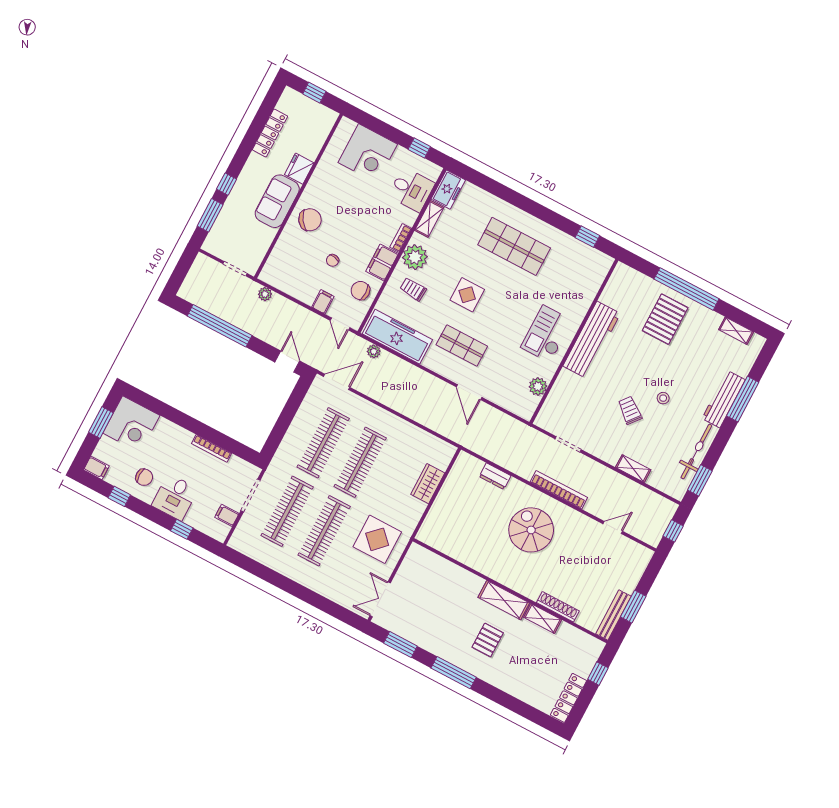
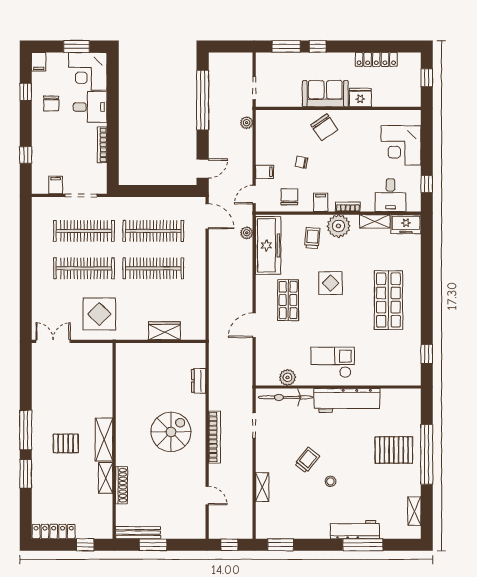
filing cabinet: (382, 262) -> (321, 202), width x0.50
bicycle: (696, 452) -> (286, 397), moved, turned 180
desk: (175, 497) -> (90, 107), moved, turned 180
window: (400, 645) -> (26, 474), moved

